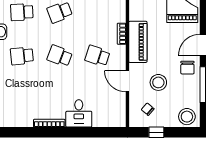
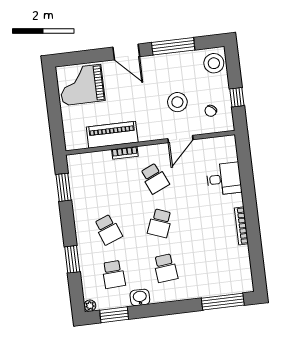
piano: (138, 42) -> (112, 135), moved
school desk: (97, 56) -> (155, 178), turned -42
chair: (187, 68) -> (155, 70), removed
desk: (79, 113) -> (224, 179), moved

